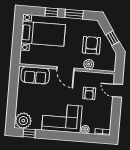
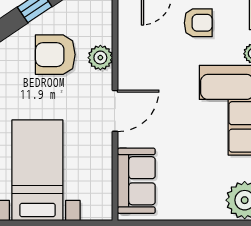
armchair: (89, 93) -> (198, 23), moved

